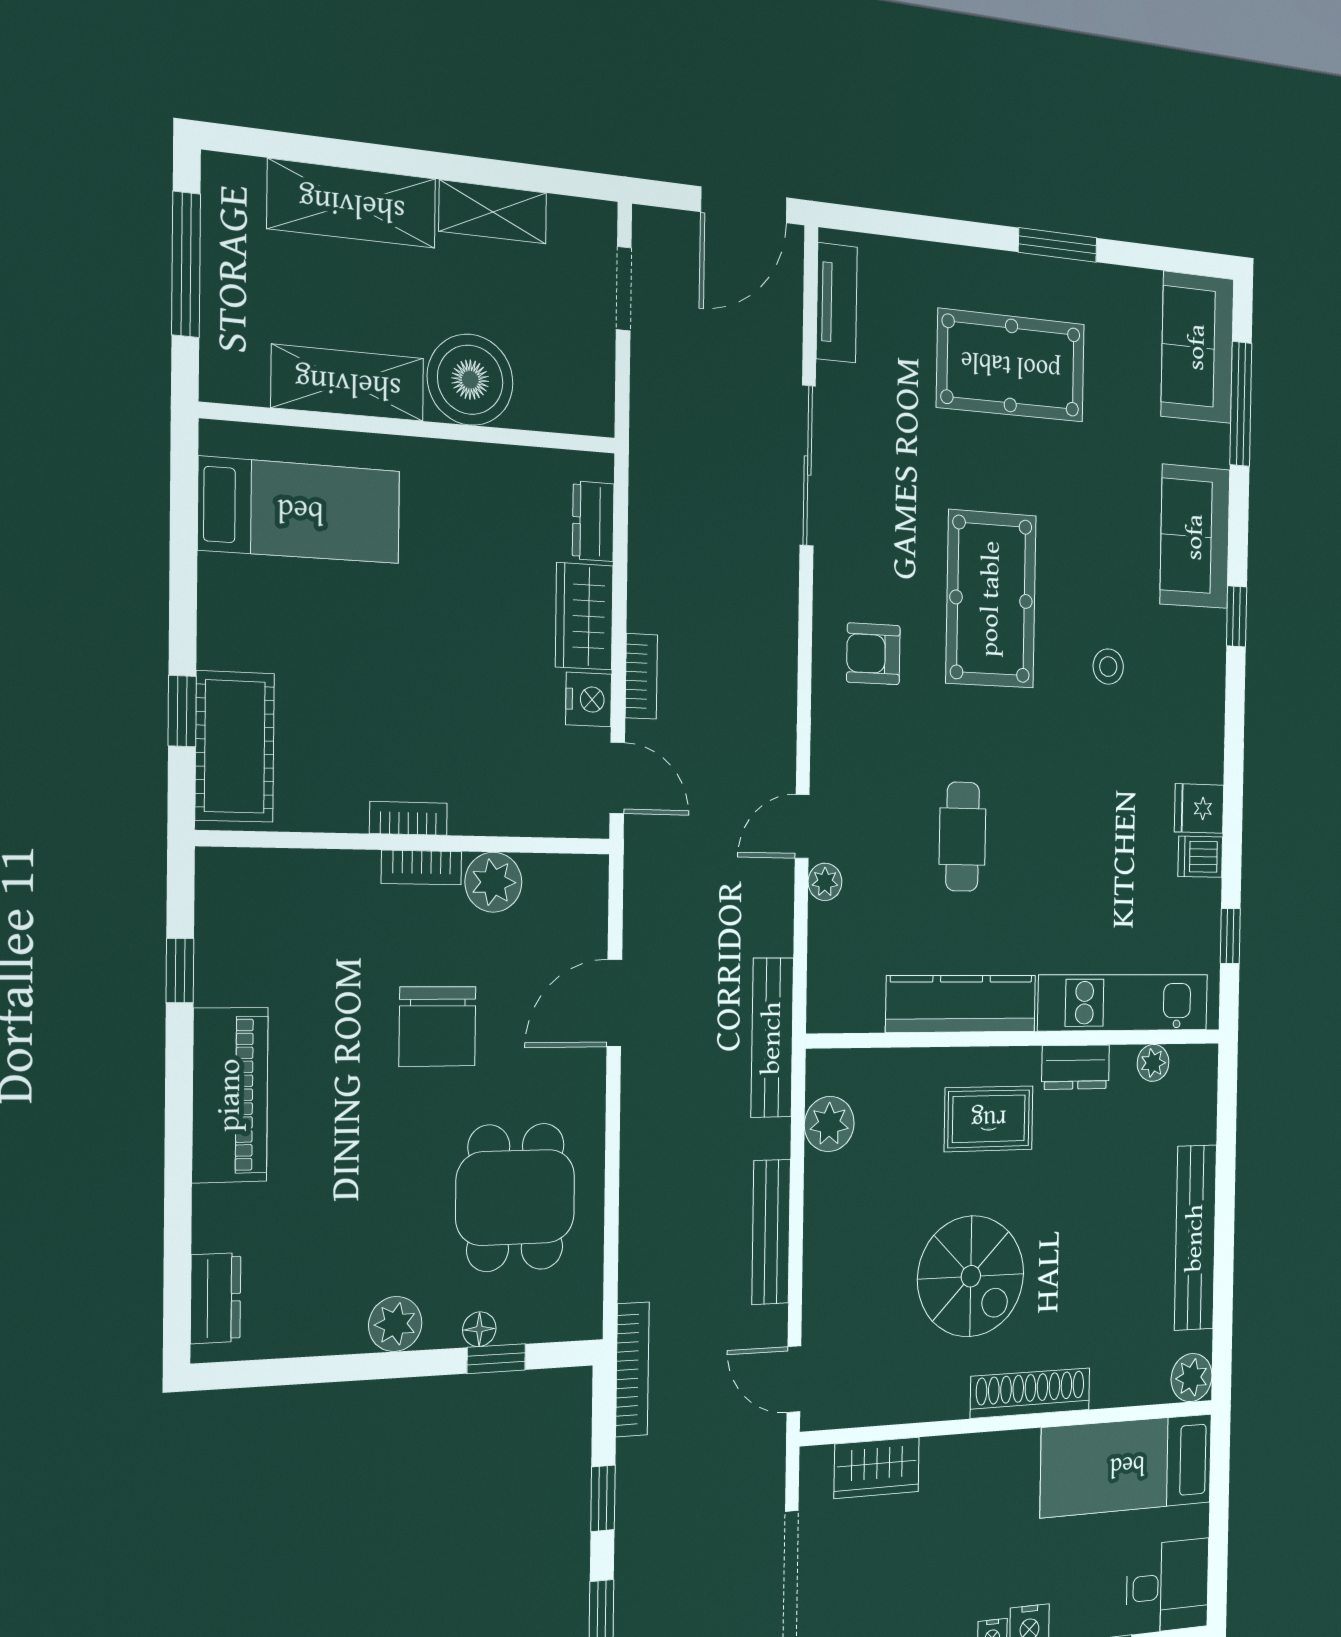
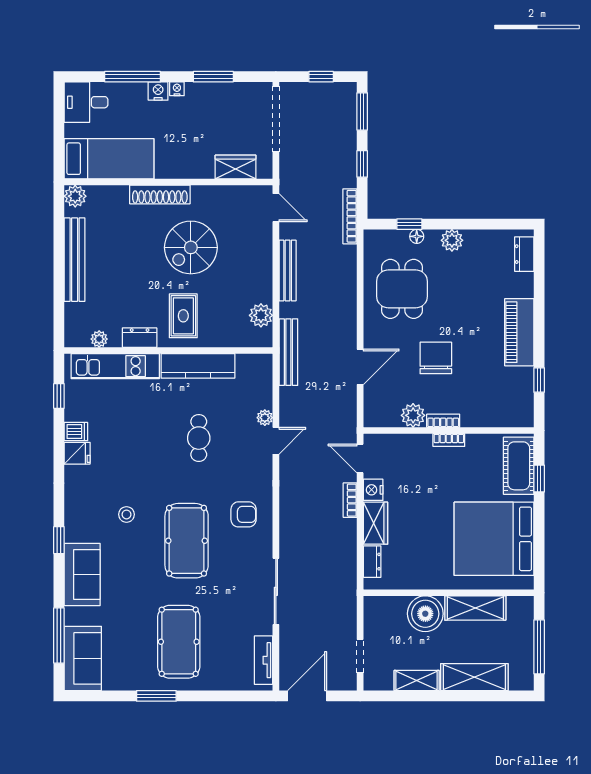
pool table: (1011, 365) -> (179, 642), turned 90
bed: (300, 510) -> (494, 539), width x2.04
rug: (989, 1119) -> (183, 316), turned 90
spiral stairs: (971, 1276) -> (191, 247), turned -90

